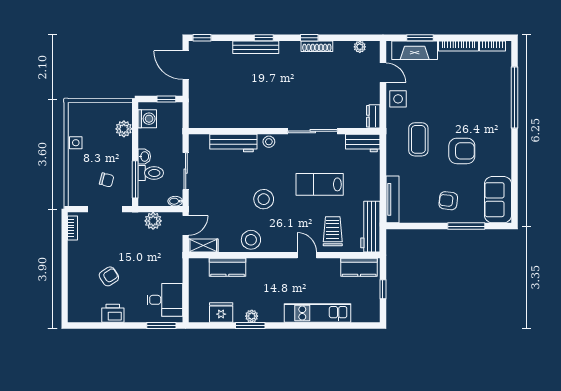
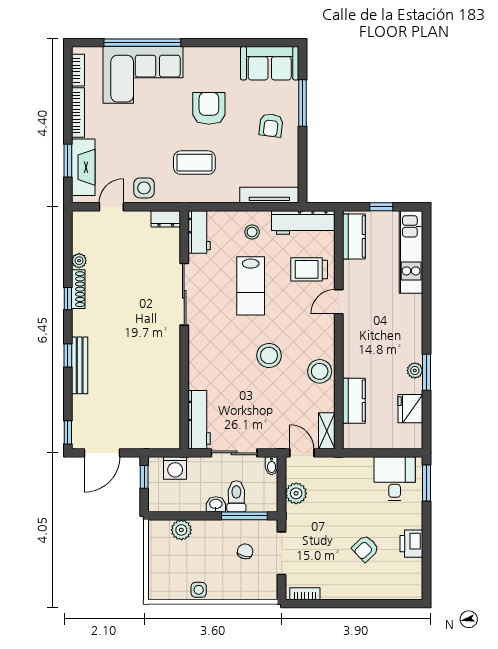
plant: (360, 47) -> (79, 261), moved
corner sofa: (489, 98) -> (143, 75), added
washing machine: (147, 119) -> (175, 468), moved, turned 180
stool: (269, 142) -> (252, 232), moved
workbench: (233, 143) -> (199, 420), moved
armchair: (109, 276) -> (365, 548), turned -101
kitchen unit: (318, 313) -> (411, 252), moved

